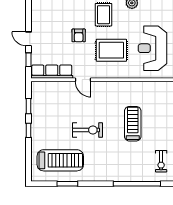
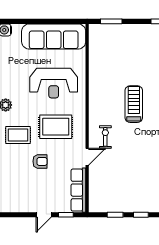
rug: (111, 50) -> (56, 127), turned 90
treadmill: (133, 124) -> (134, 104), turned 90
exercise bike: (88, 130) -> (105, 137), moved, width x0.73, depth x0.72

